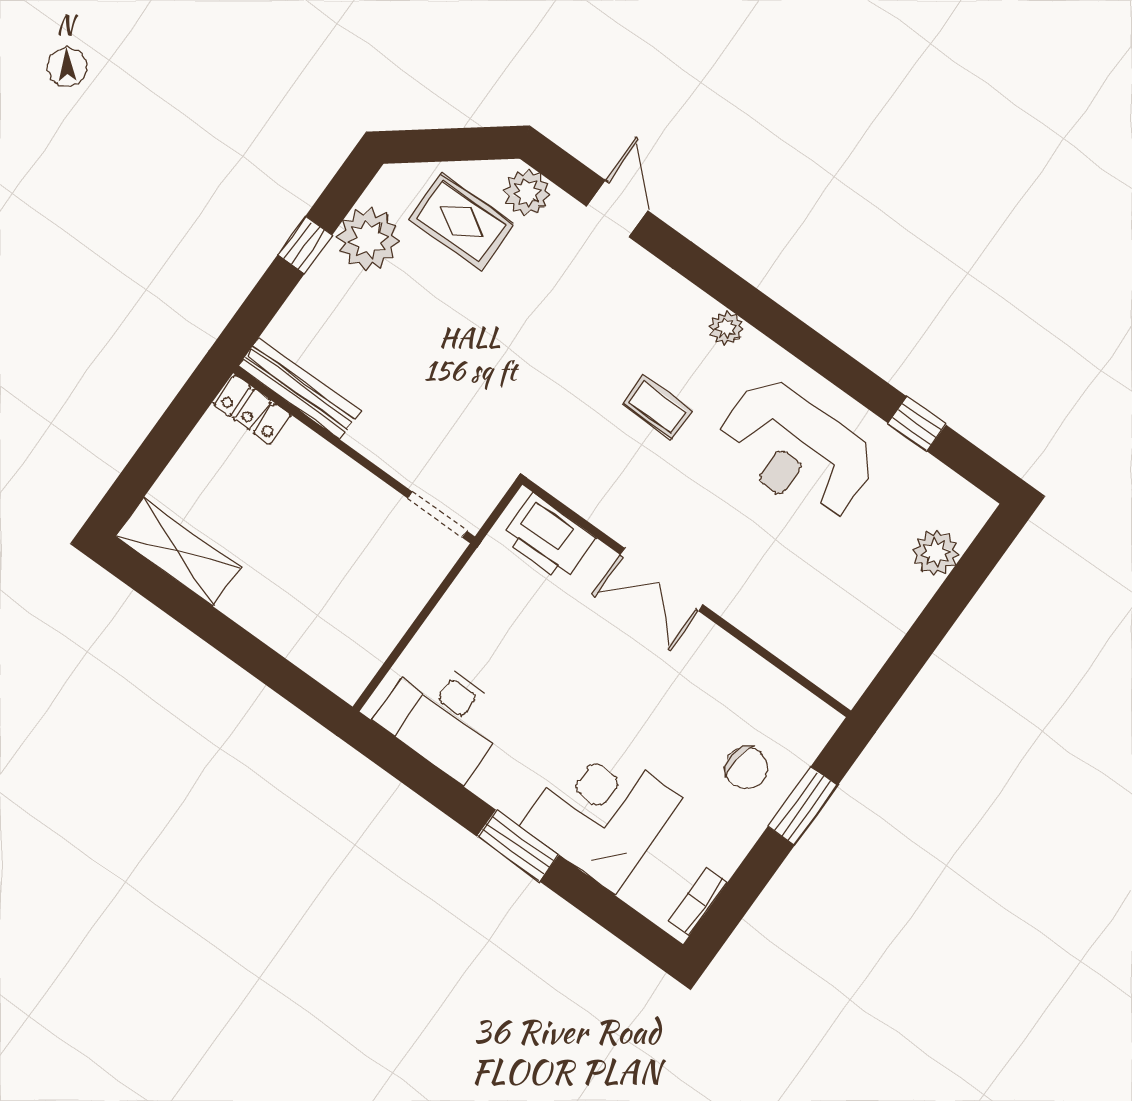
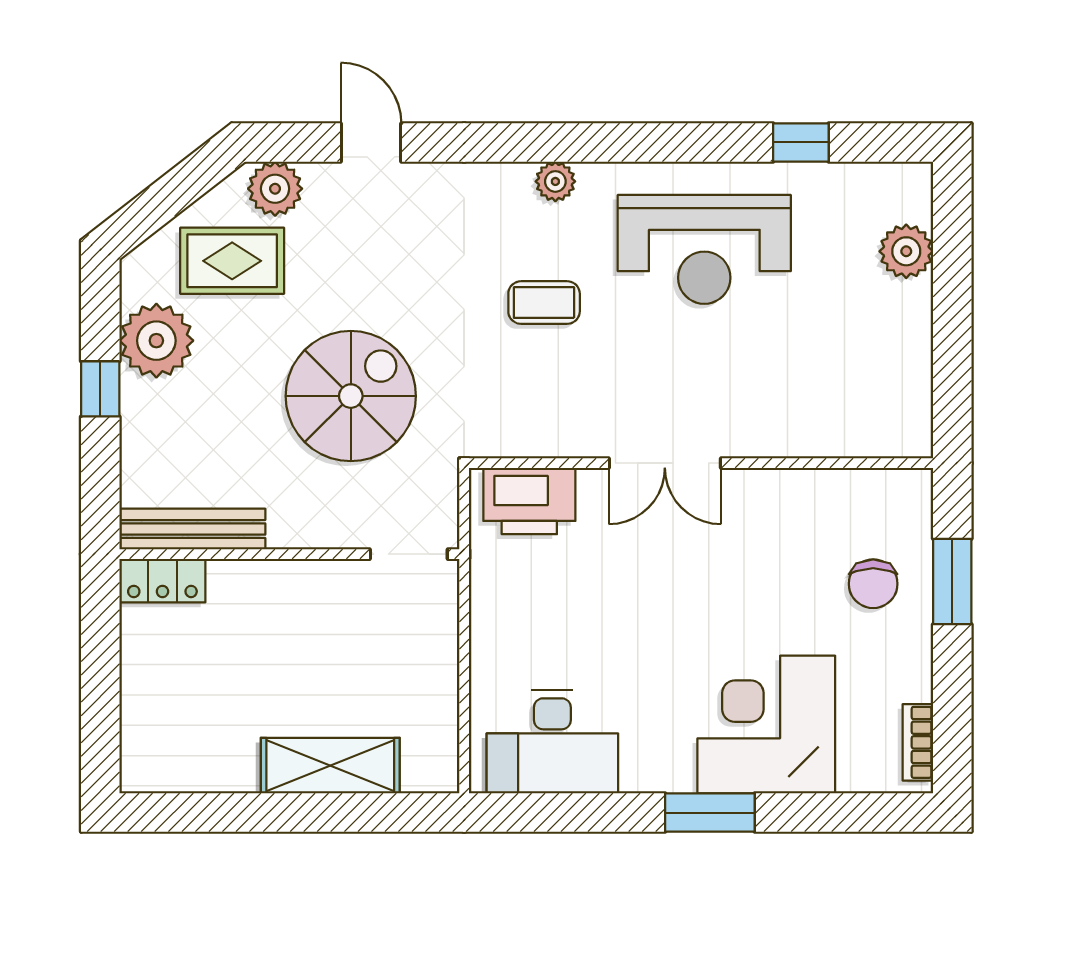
spiral stairs: (476, 375) -> (351, 396), added
shelving: (178, 552) -> (330, 766), moved
chair: (746, 768) -> (873, 584), turned 83

